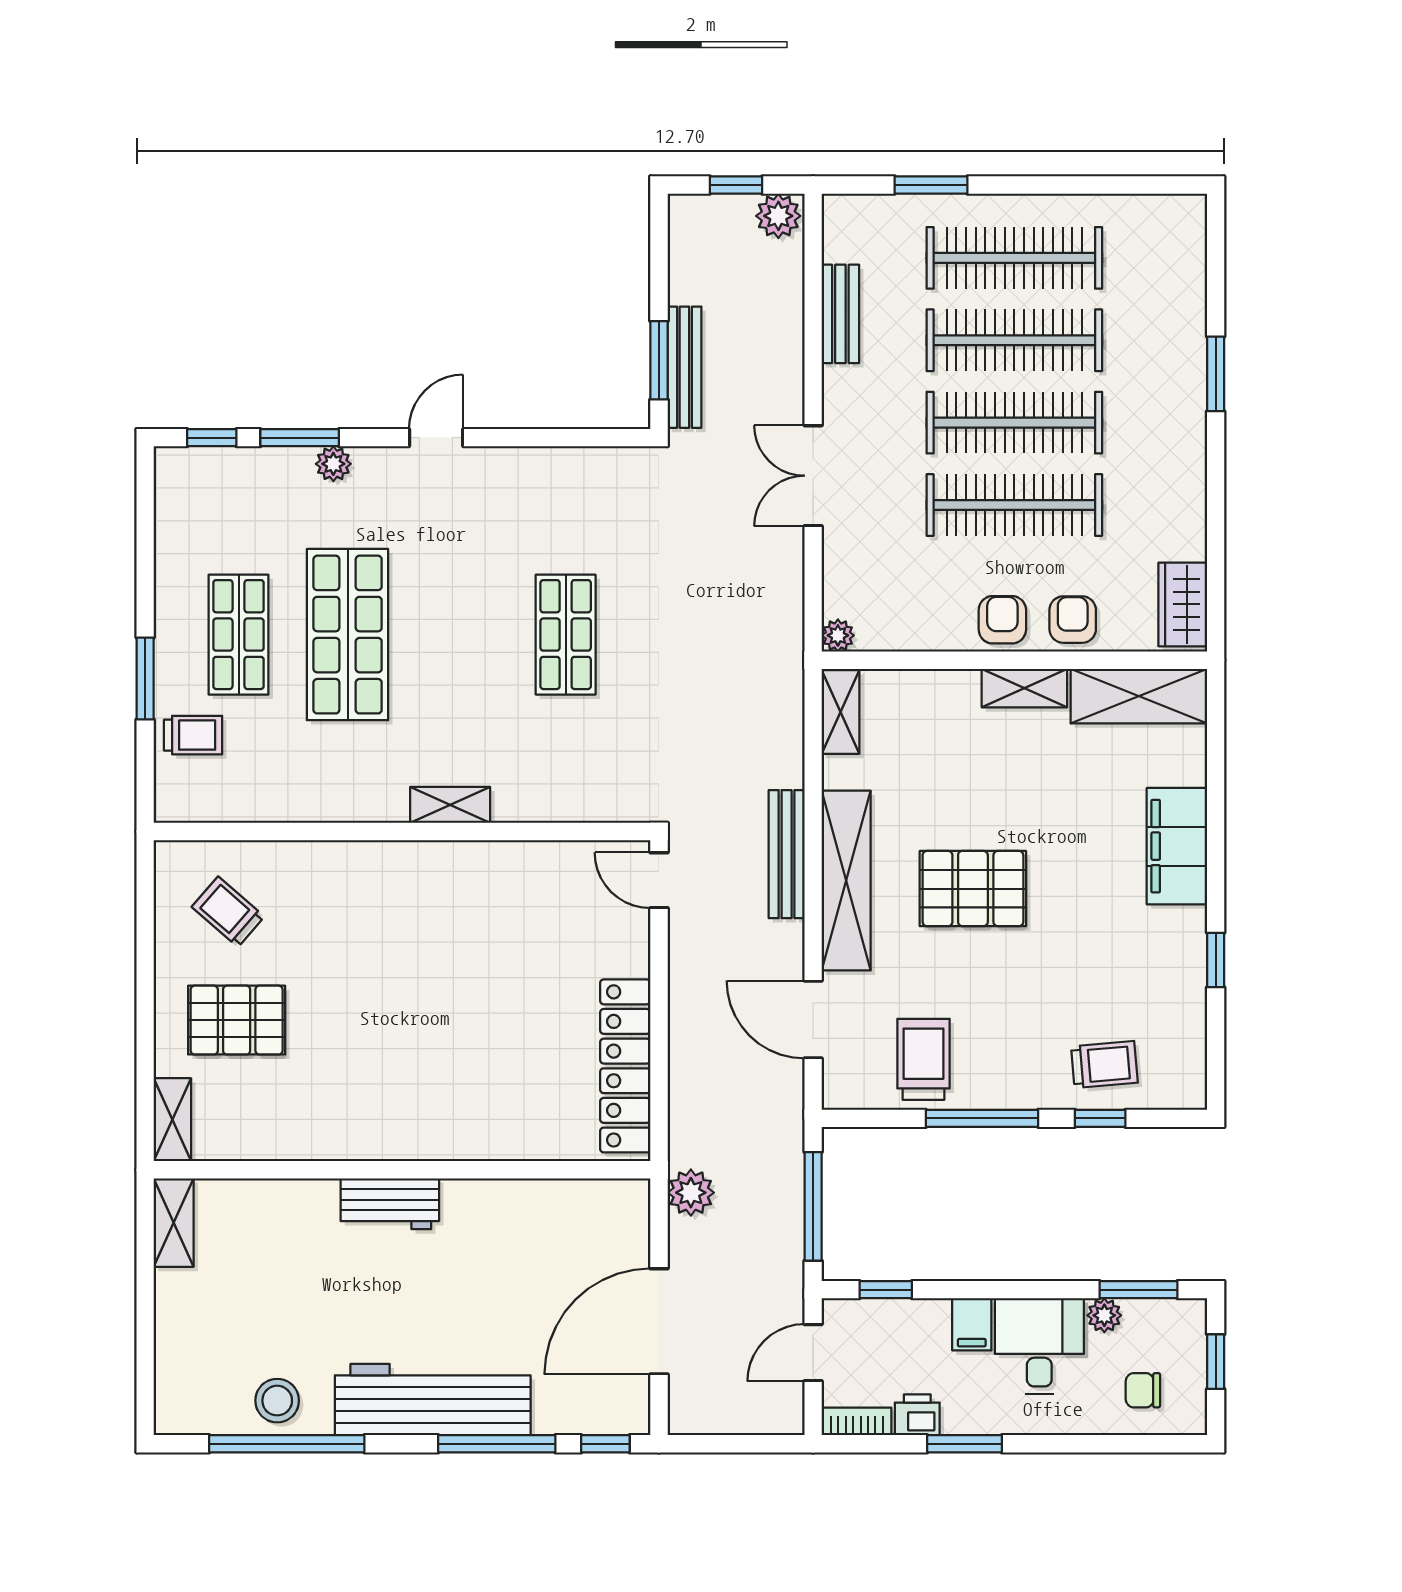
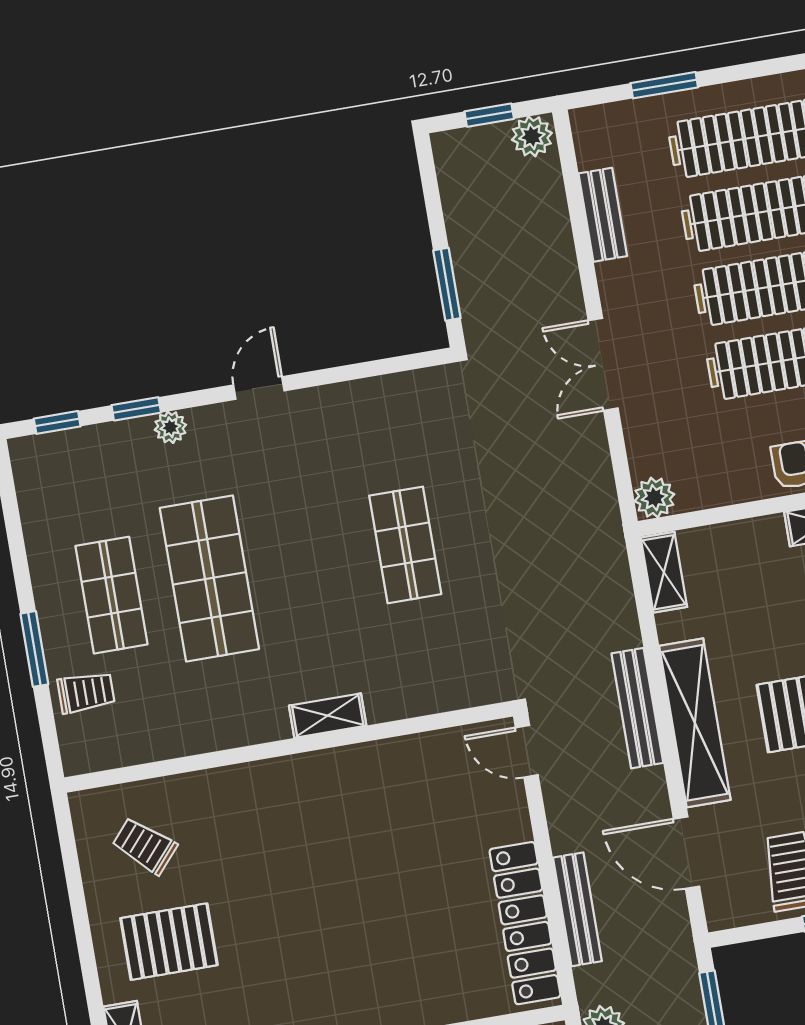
bench: (684, 367) -> (577, 909), moved
window: (300, 438) -> (136, 409), width x0.67
plant: (838, 635) -> (654, 498), width x1.38, depth x1.38

